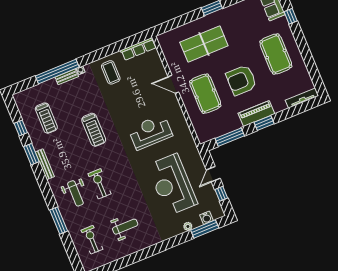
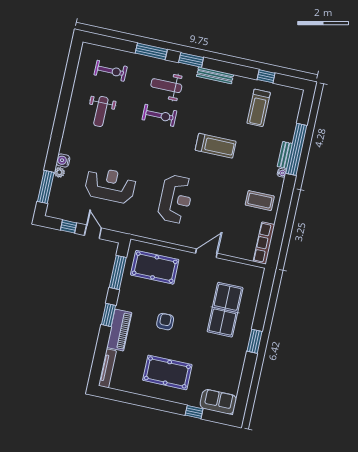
armchair: (241, 80) -> (165, 322), width x0.53, depth x0.53
pool table: (205, 94) -> (155, 267), moved
piano: (256, 114) -> (119, 330), moved
treadmill: (46, 118) -> (259, 108), turned -90
treadmill: (94, 130) -> (216, 146), turned 180
window: (31, 154) -> (191, 60), moved
reception desk: (172, 184) -> (110, 185), width x0.74, depth x0.77
water cooler: (206, 218) -> (63, 160), moved

